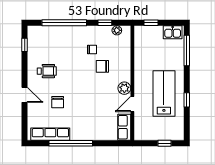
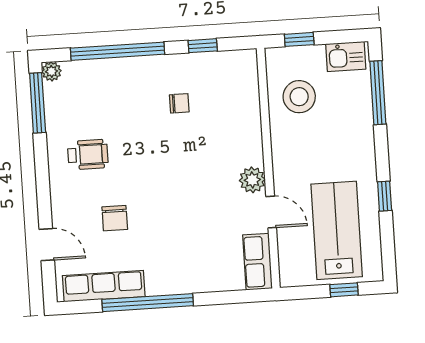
plant: (117, 30) -> (51, 71), moved
window: (25, 45) -> (38, 103), width x2.17
stool: (149, 50) -> (299, 97), added
chair: (102, 66) -> (204, 137), removed
lab bench: (164, 93) -> (337, 230), moved
door: (25, 95) -> (47, 245), moved
door: (132, 104) -> (271, 212), swing flipped

